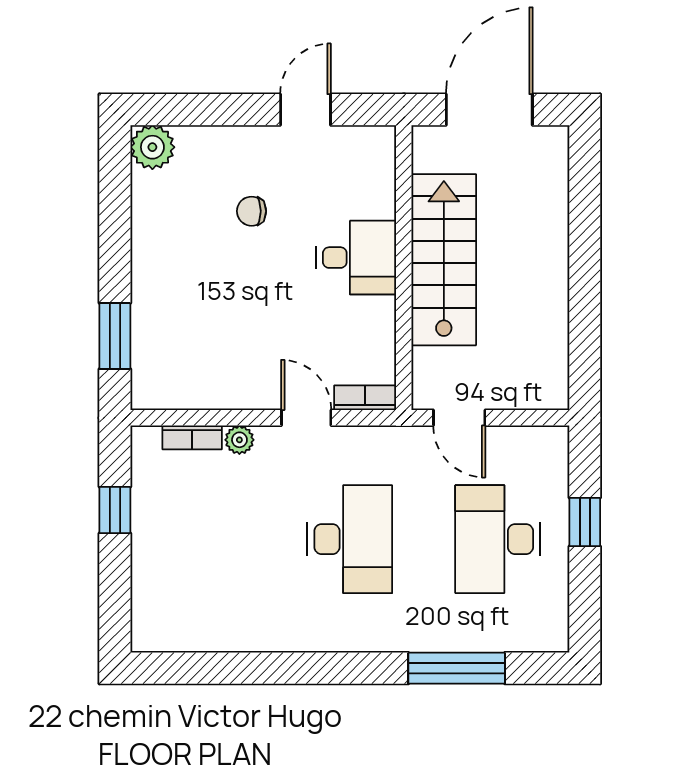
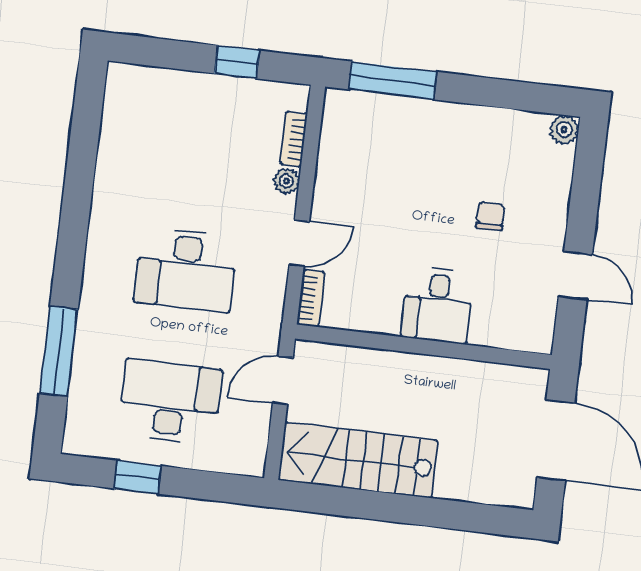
plant: (152, 147) -> (564, 130), width x0.73, depth x0.73
stairs: (444, 260) -> (358, 460), moved, turned 180
window: (115, 336) -> (393, 81), width x1.44
window: (585, 522) -> (138, 477), moved

